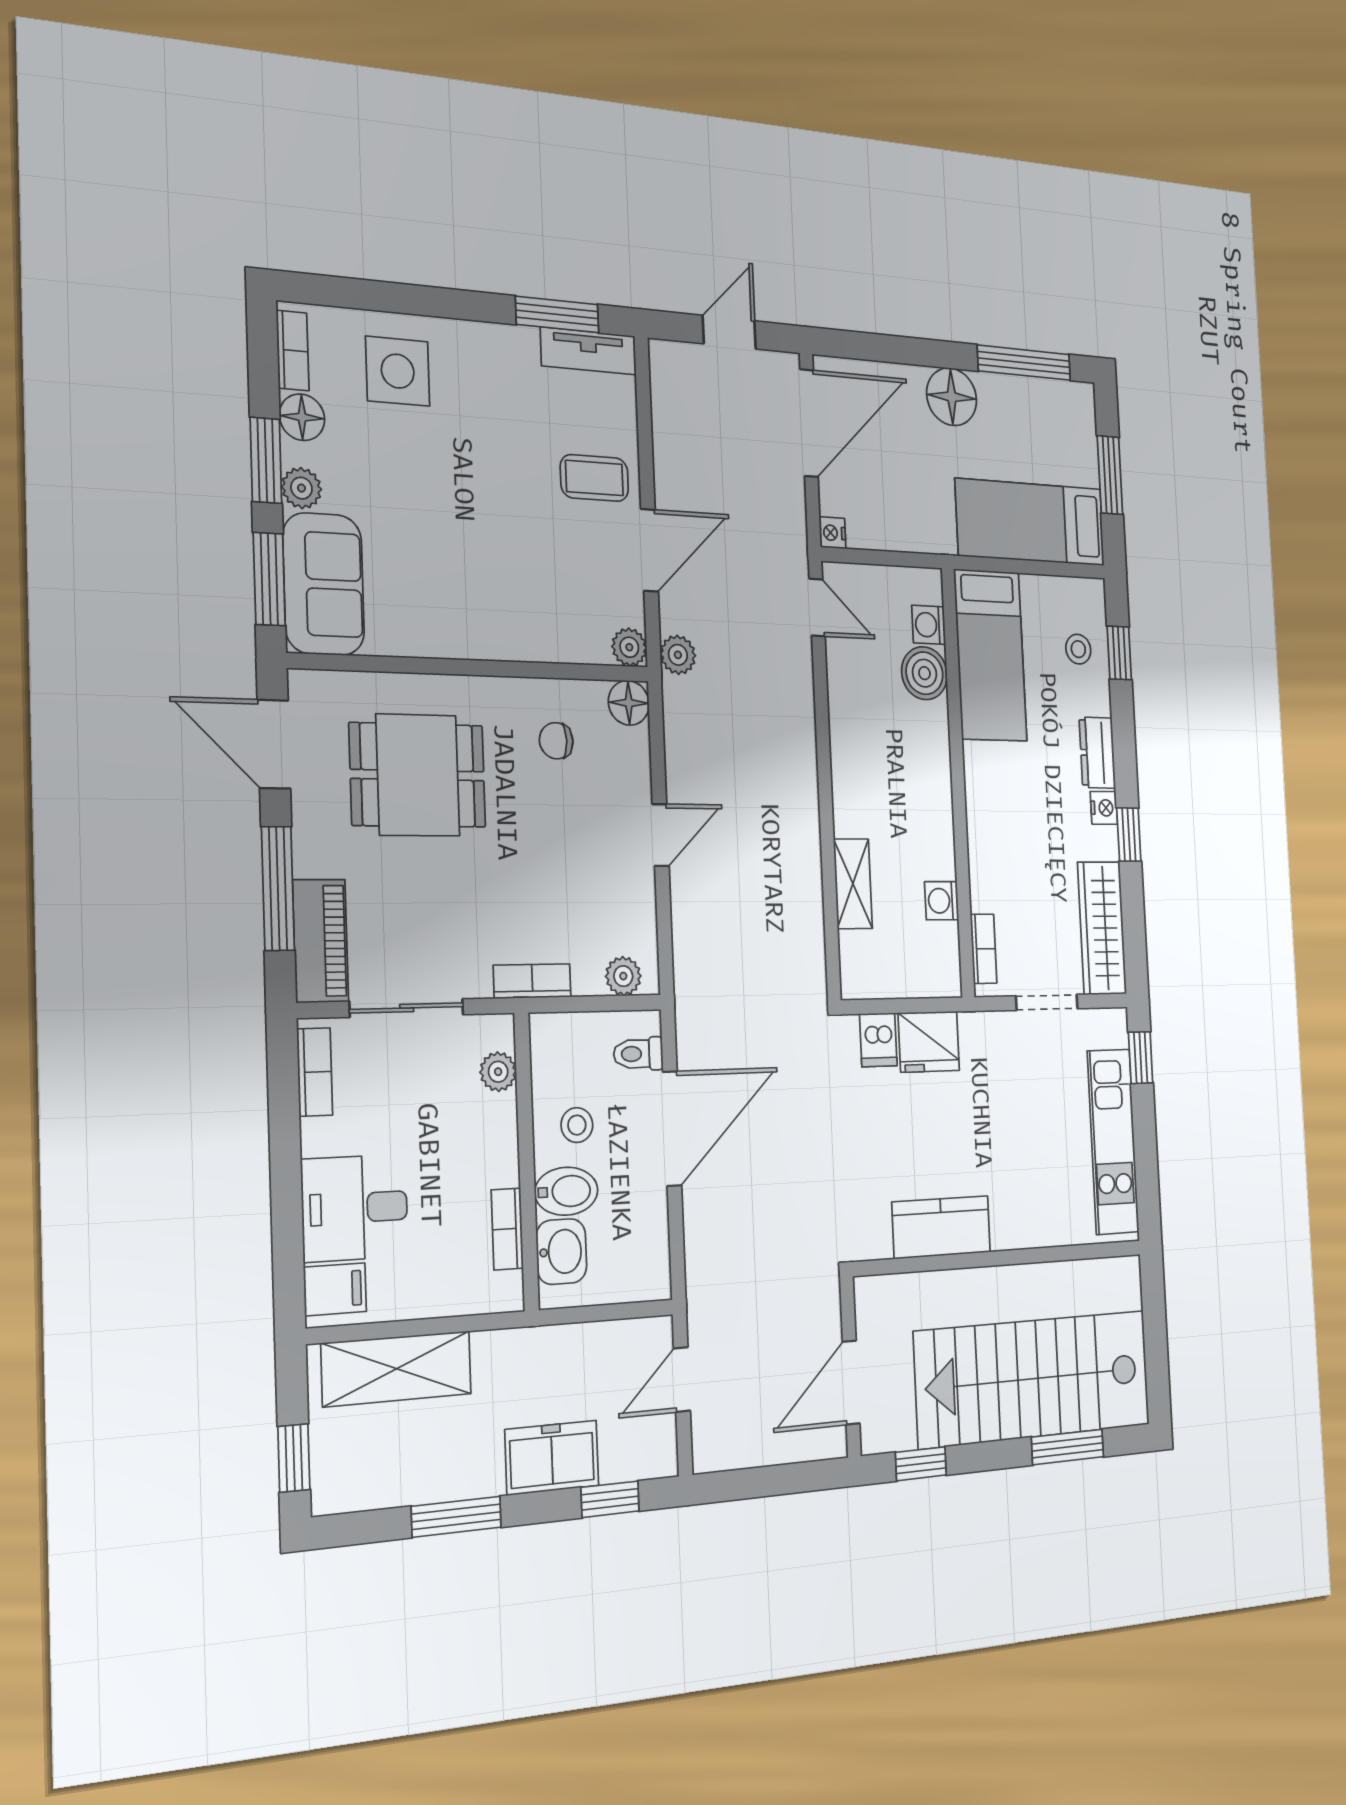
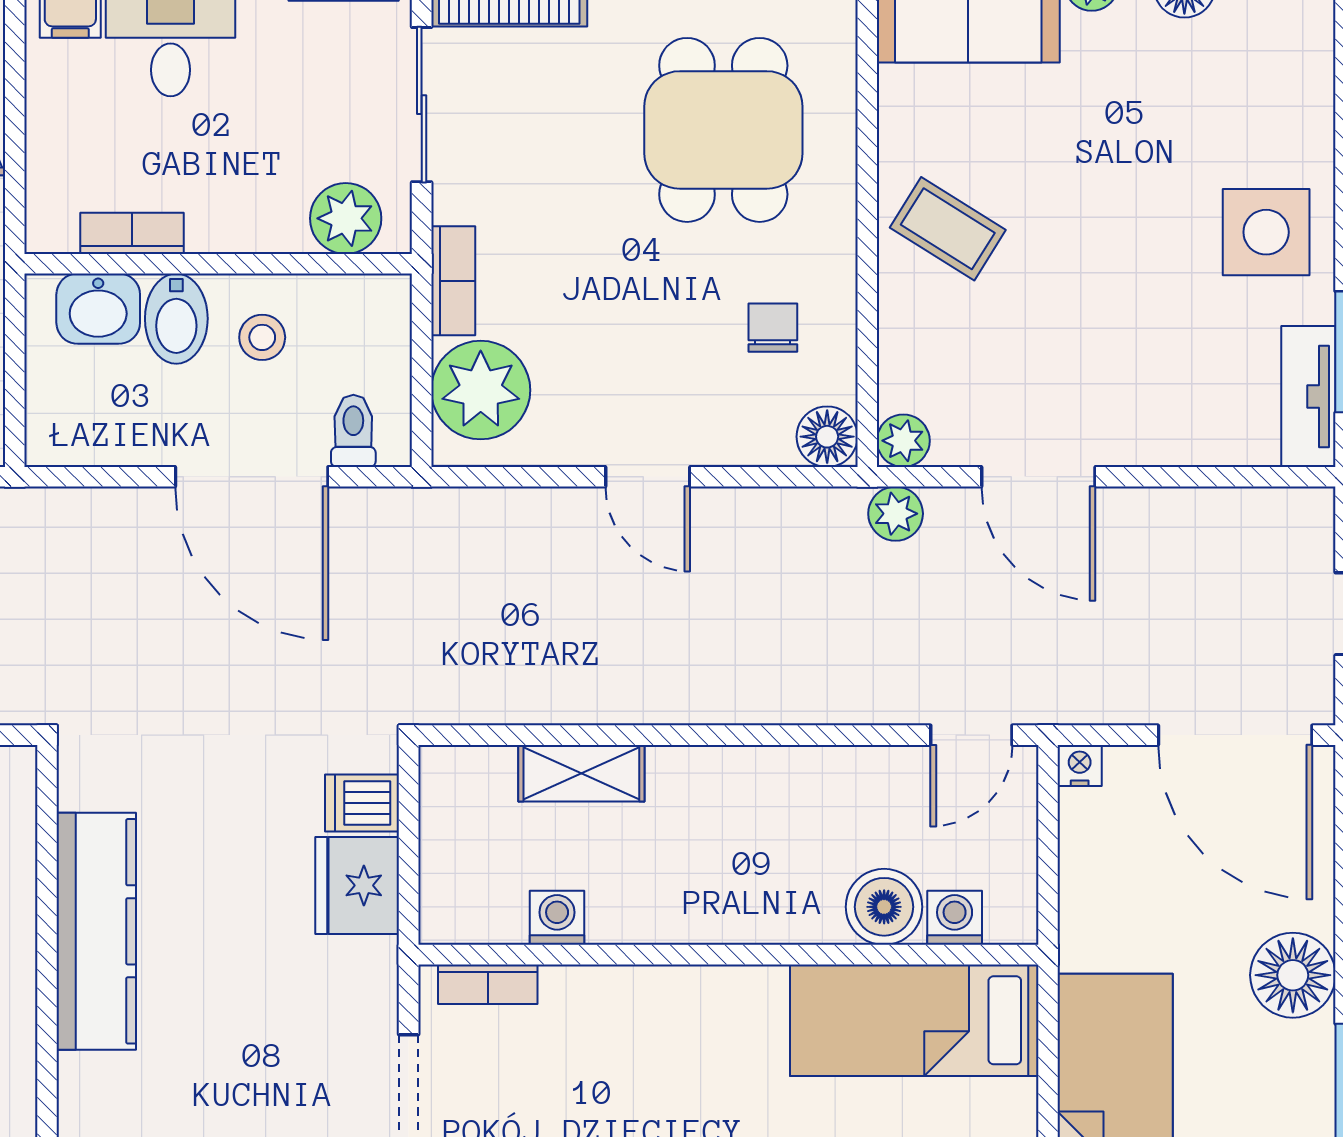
side table: (398, 371) -> (1266, 232), moved
coffee table: (594, 478) -> (948, 229), moved, turned -58
plant: (623, 976) -> (481, 390), width x1.88, depth x1.88
plant: (498, 1072) -> (346, 218), width x1.38, depth x1.38
kitchen counter: (941, 1227) -> (96, 931), width x1.50

